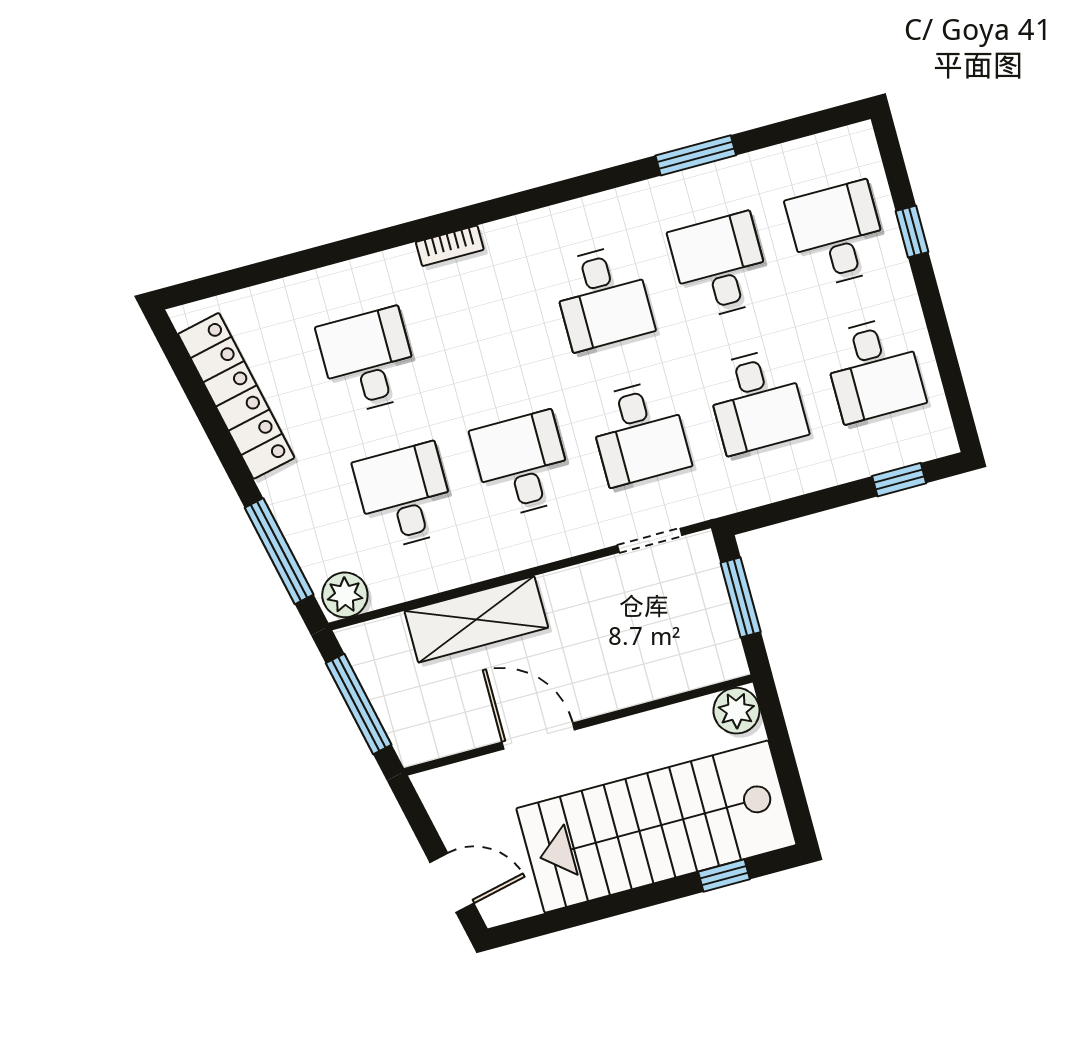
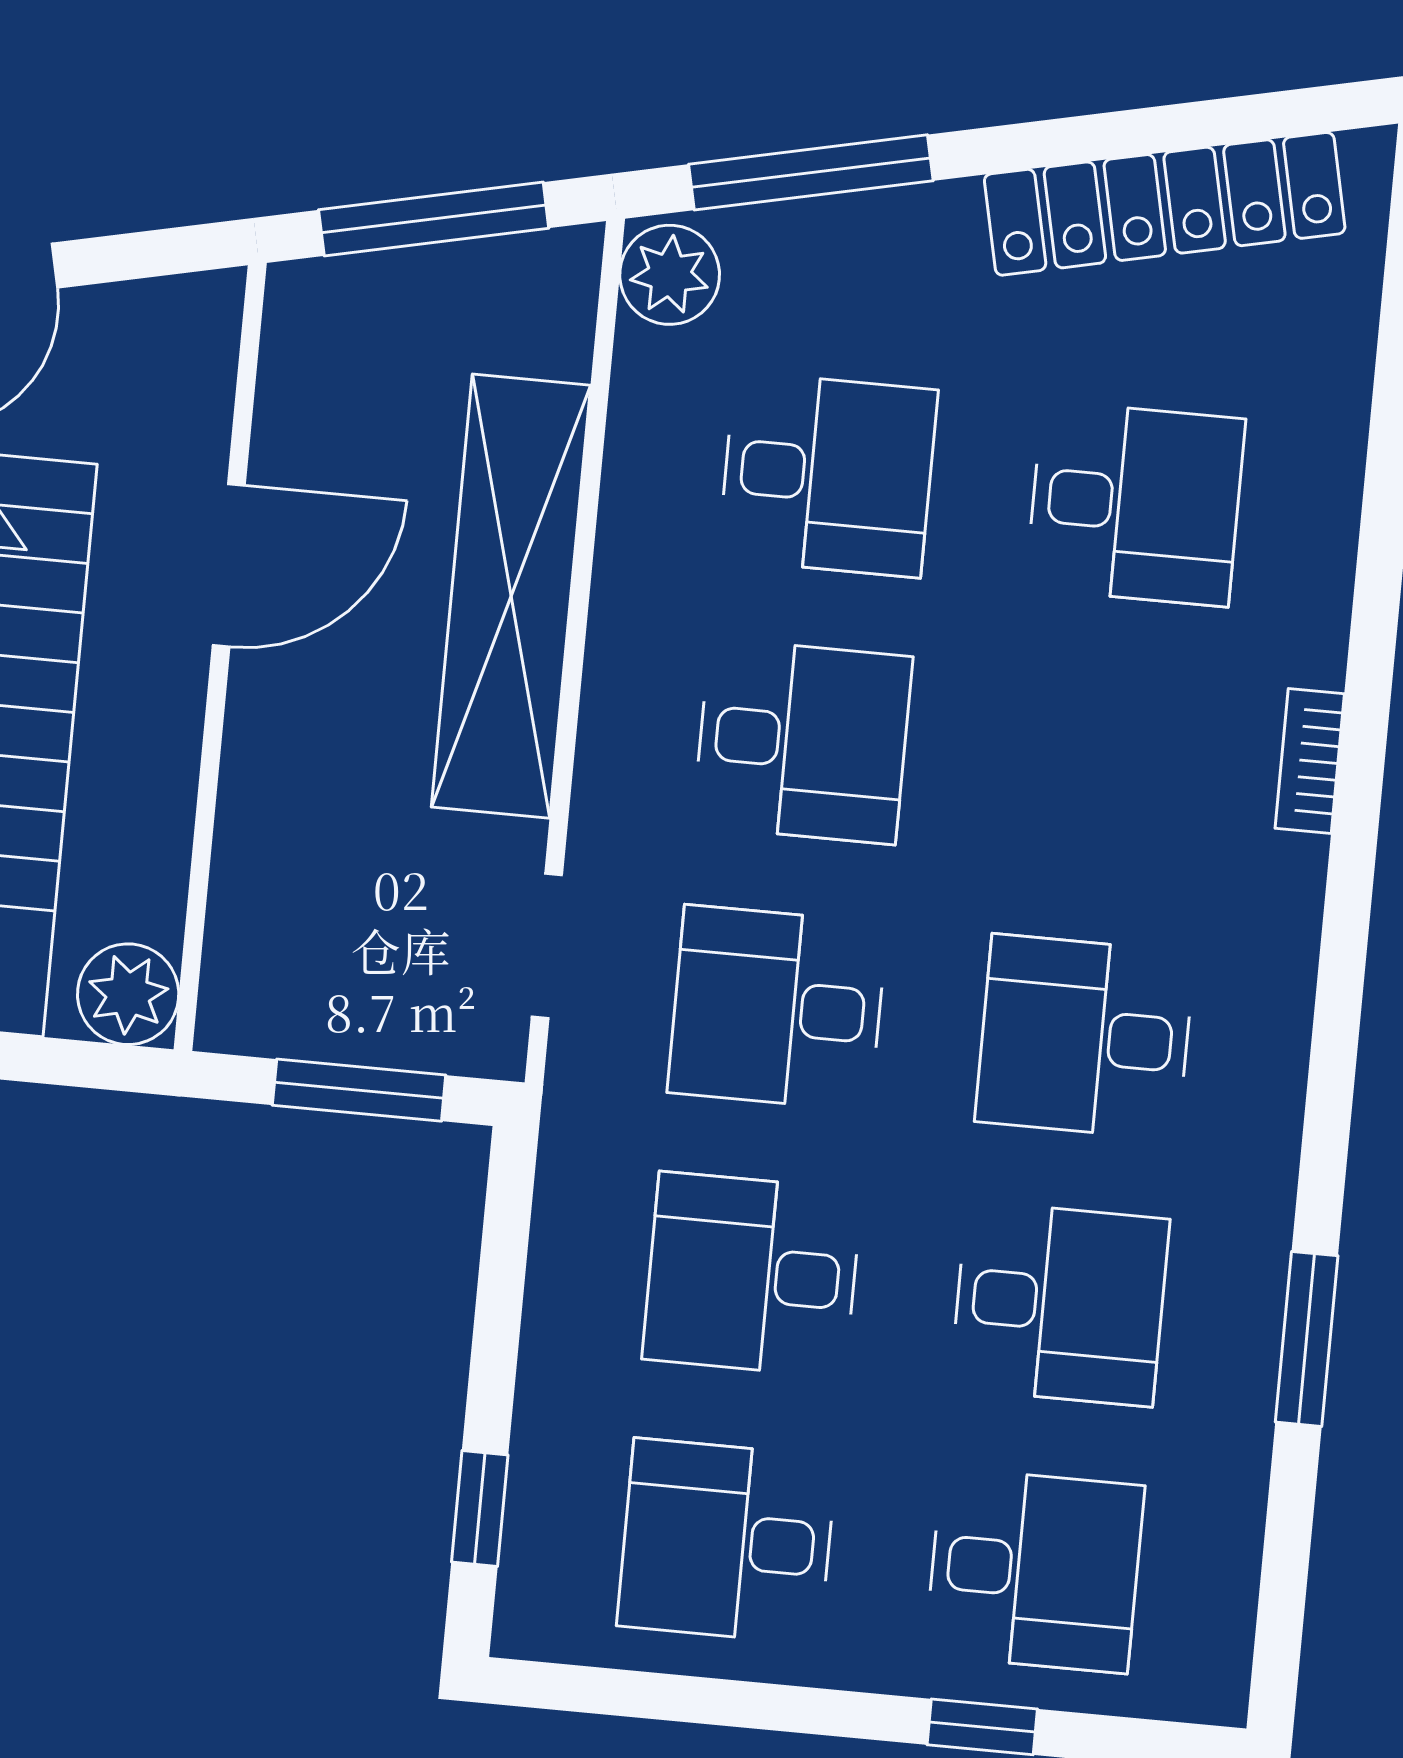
shelving: (476, 619) -> (511, 596), width x1.47

